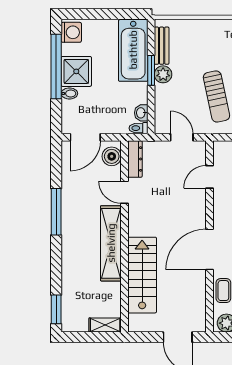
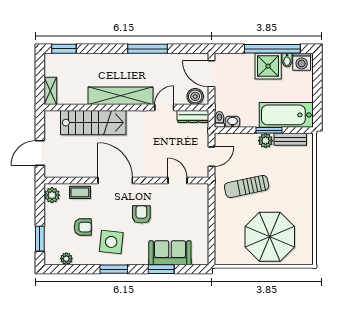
bidet: (69, 93) -> (287, 60), moved

